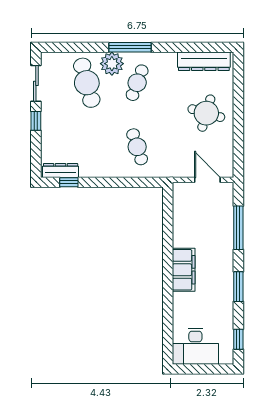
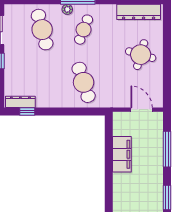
plant: (112, 64) -> (67, 9), width x0.53, depth x0.53
cafe table: (137, 147) -> (84, 82), width x1.37, depth x1.35
filing cabinet: (184, 270) -> (122, 154), moved

